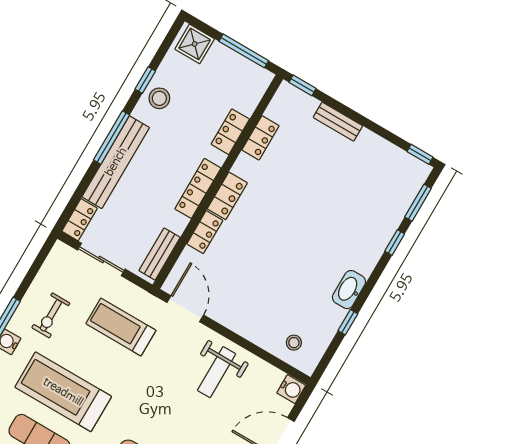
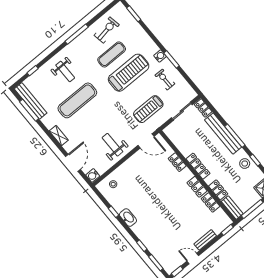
door: (383, 133) -> (193, 258), added
locker: (227, 196) -> (197, 187), moved
bench: (160, 254) -> (232, 208), moved
treadmill: (121, 327) -> (148, 109), turned 180

